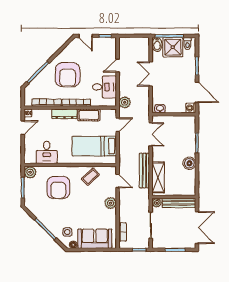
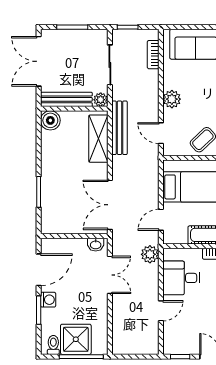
bidet: (157, 44) -> (100, 344), removed
double door: (151, 74) -> (110, 275), moved
door: (197, 92) -> (39, 270), swing flipped
washing machine: (191, 108) -> (48, 300), moved
double door: (151, 134) -> (110, 205), width x1.37
boiler: (189, 163) -> (50, 120), moved
bench: (144, 171) -> (119, 128), moved

